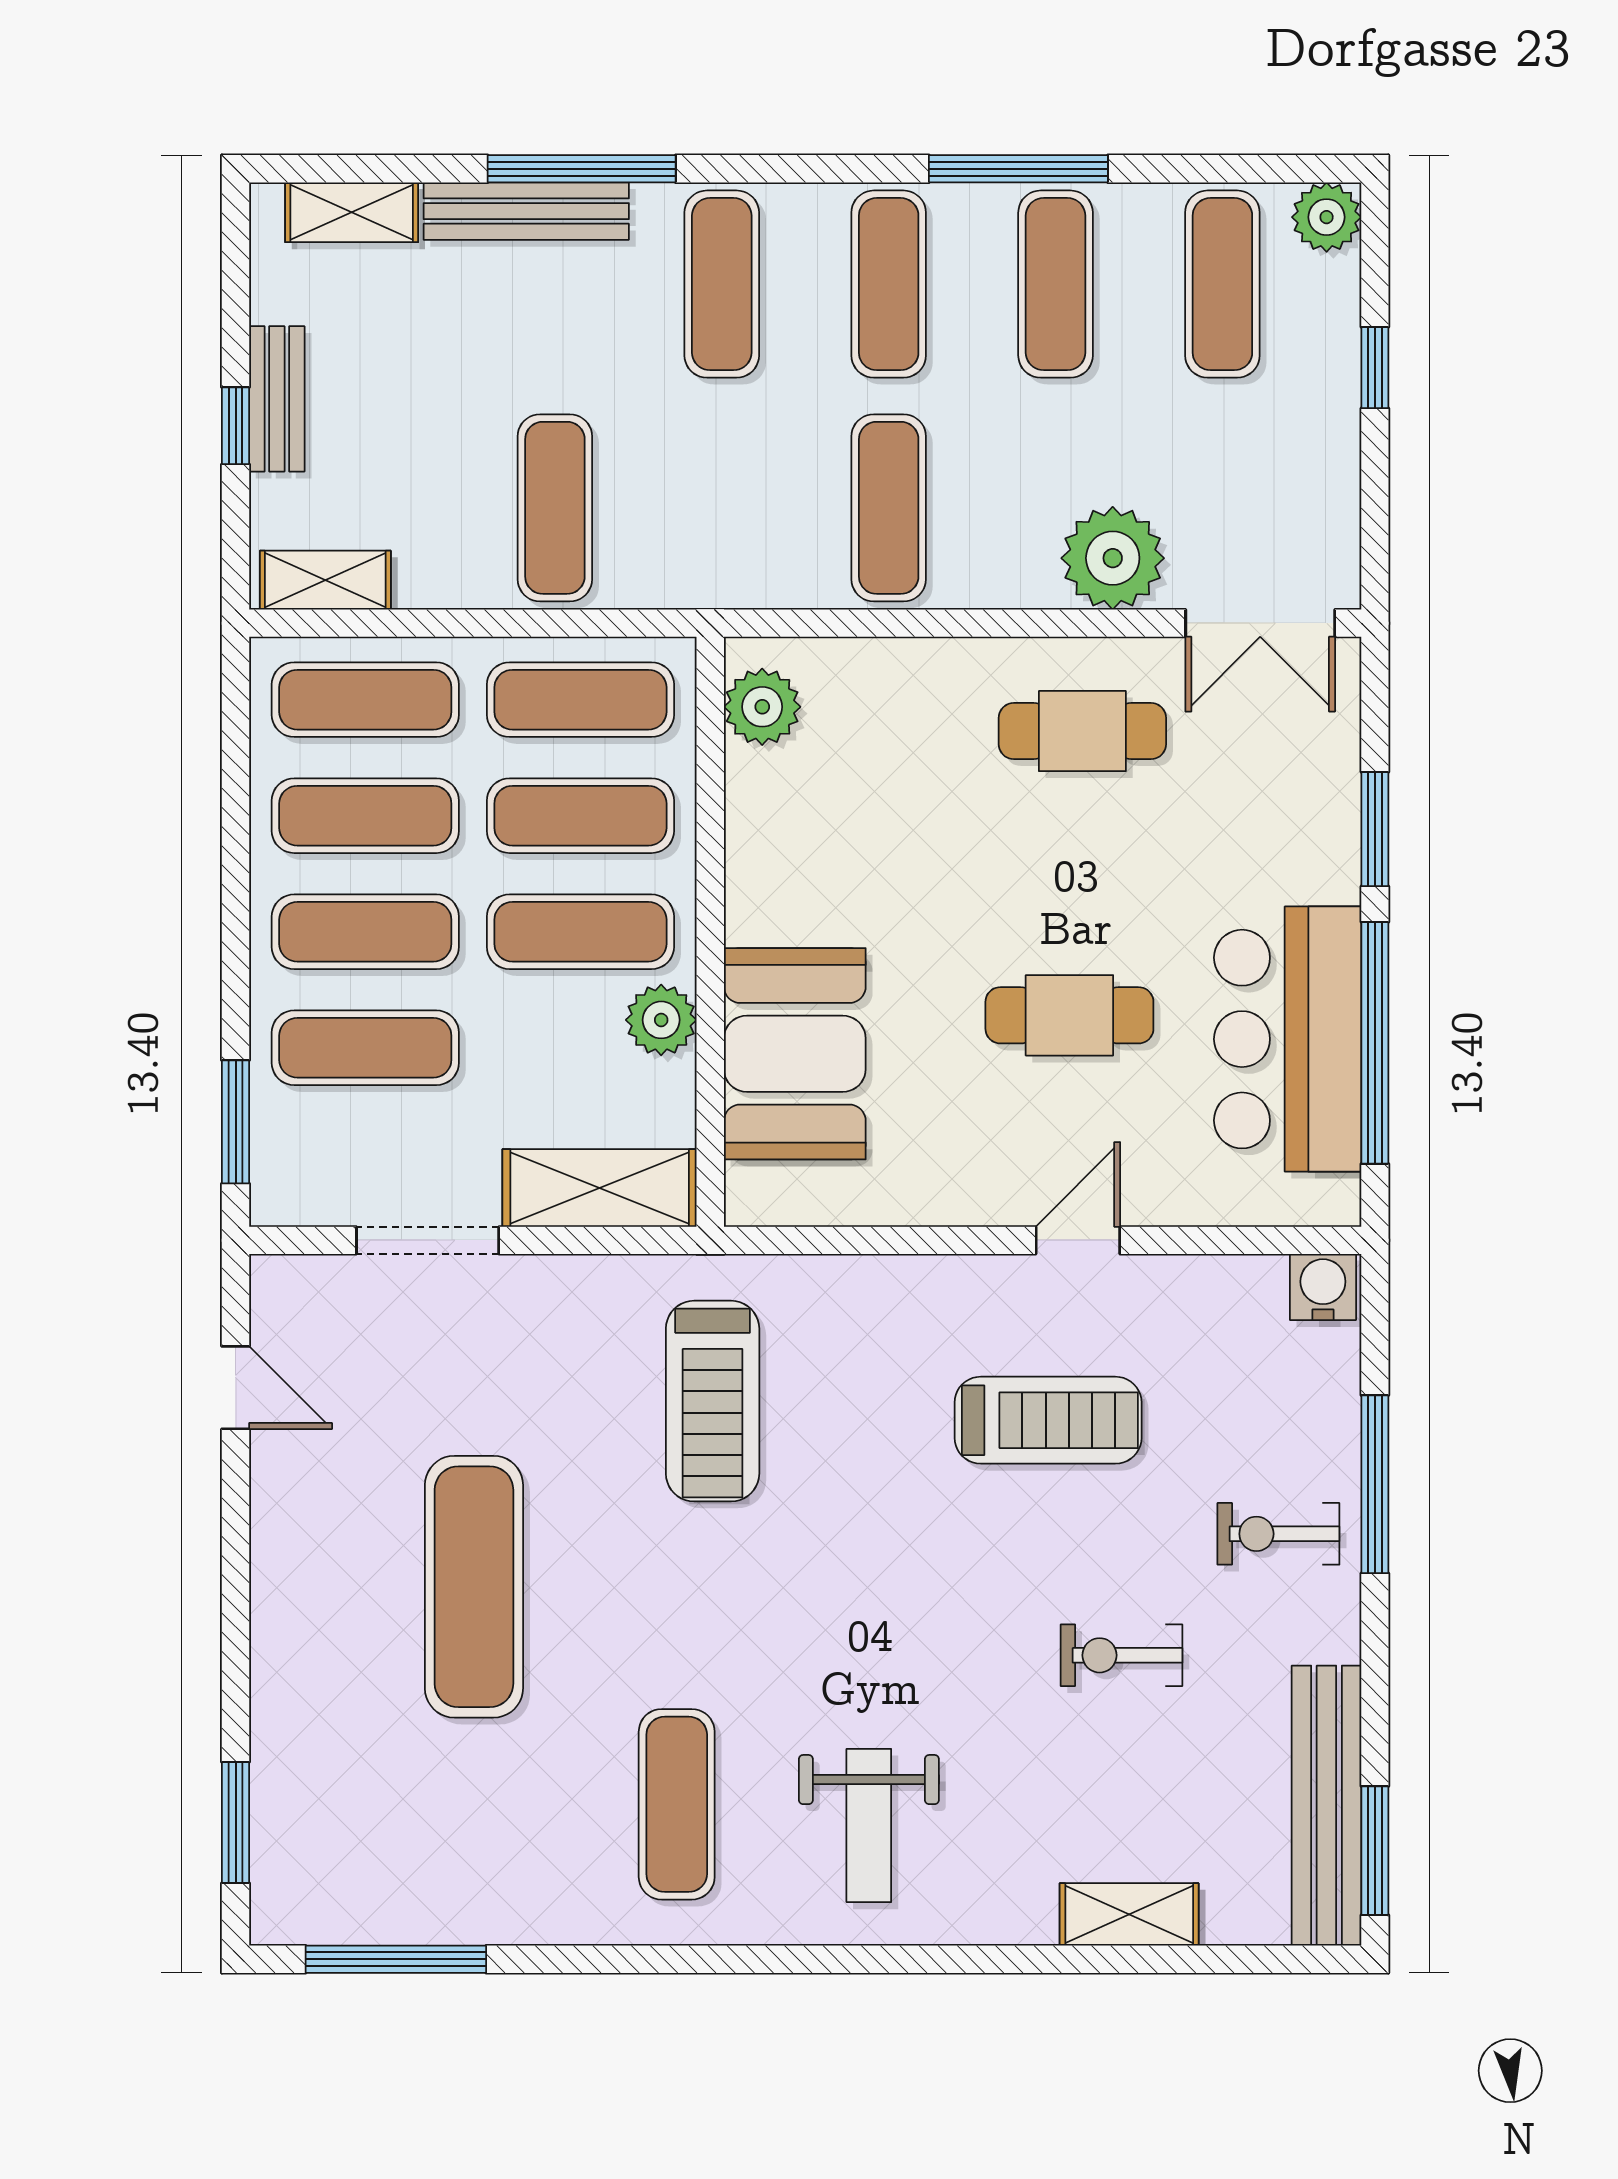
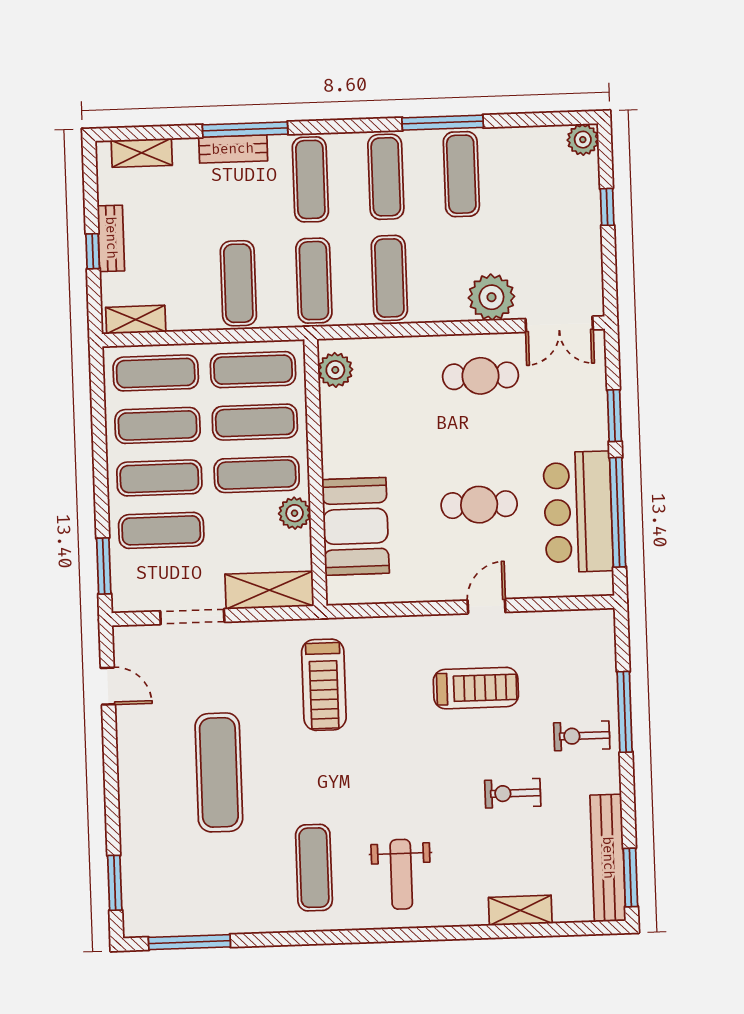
bench: (526, 211) -> (233, 149), width x0.73
exercise mat: (1222, 284) -> (314, 281), moved
water cooler: (1323, 1287) -> (598, 623), removed

